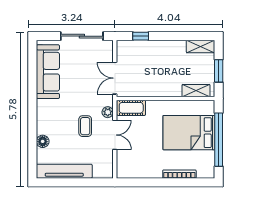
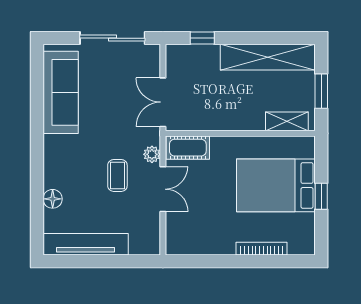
shelving: (201, 46) -> (268, 57), width x2.20, depth x1.33
window: (219, 140) -> (321, 196), width x0.32

